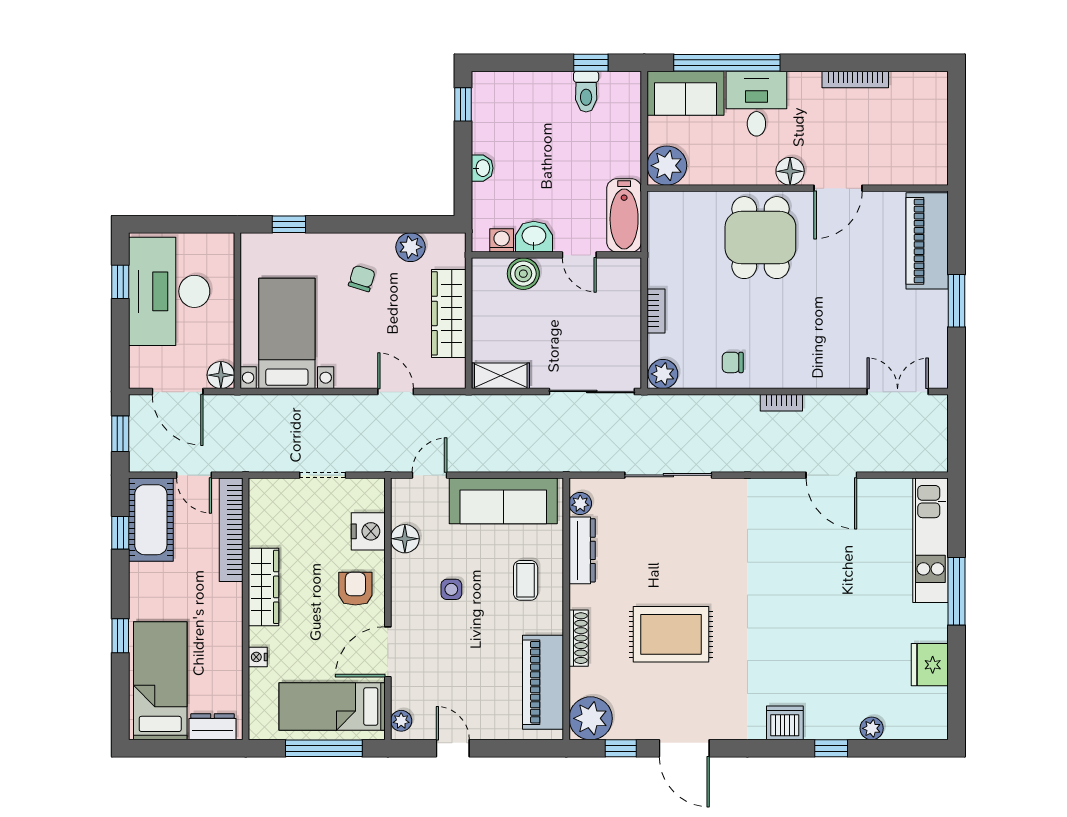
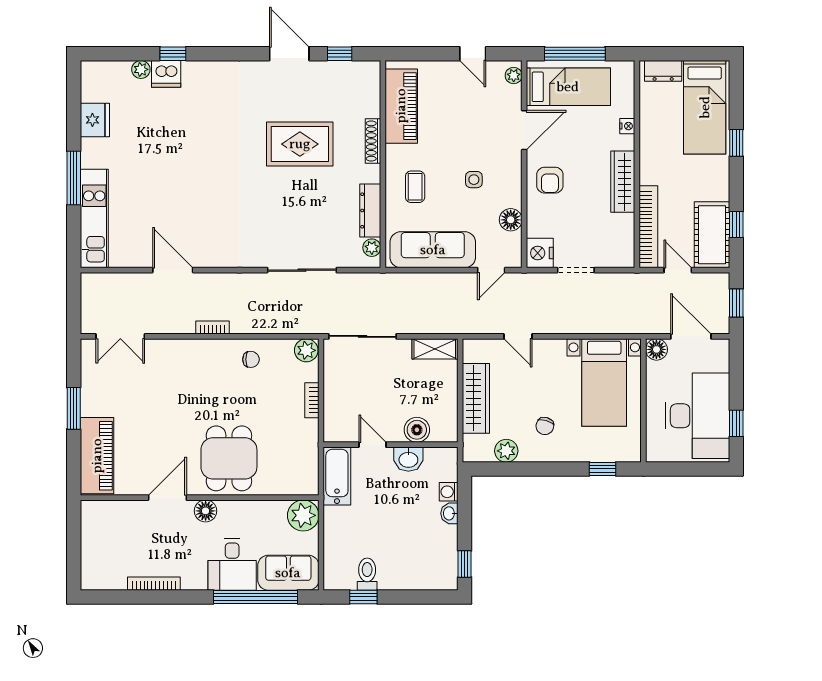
washing machine: (502, 240) -> (449, 492), moved, turned 90
nightstand: (368, 531) -> (540, 253), moved
plant: (591, 718) -> (364, 77), removed
dishwasher: (785, 723) -> (166, 74), moved

